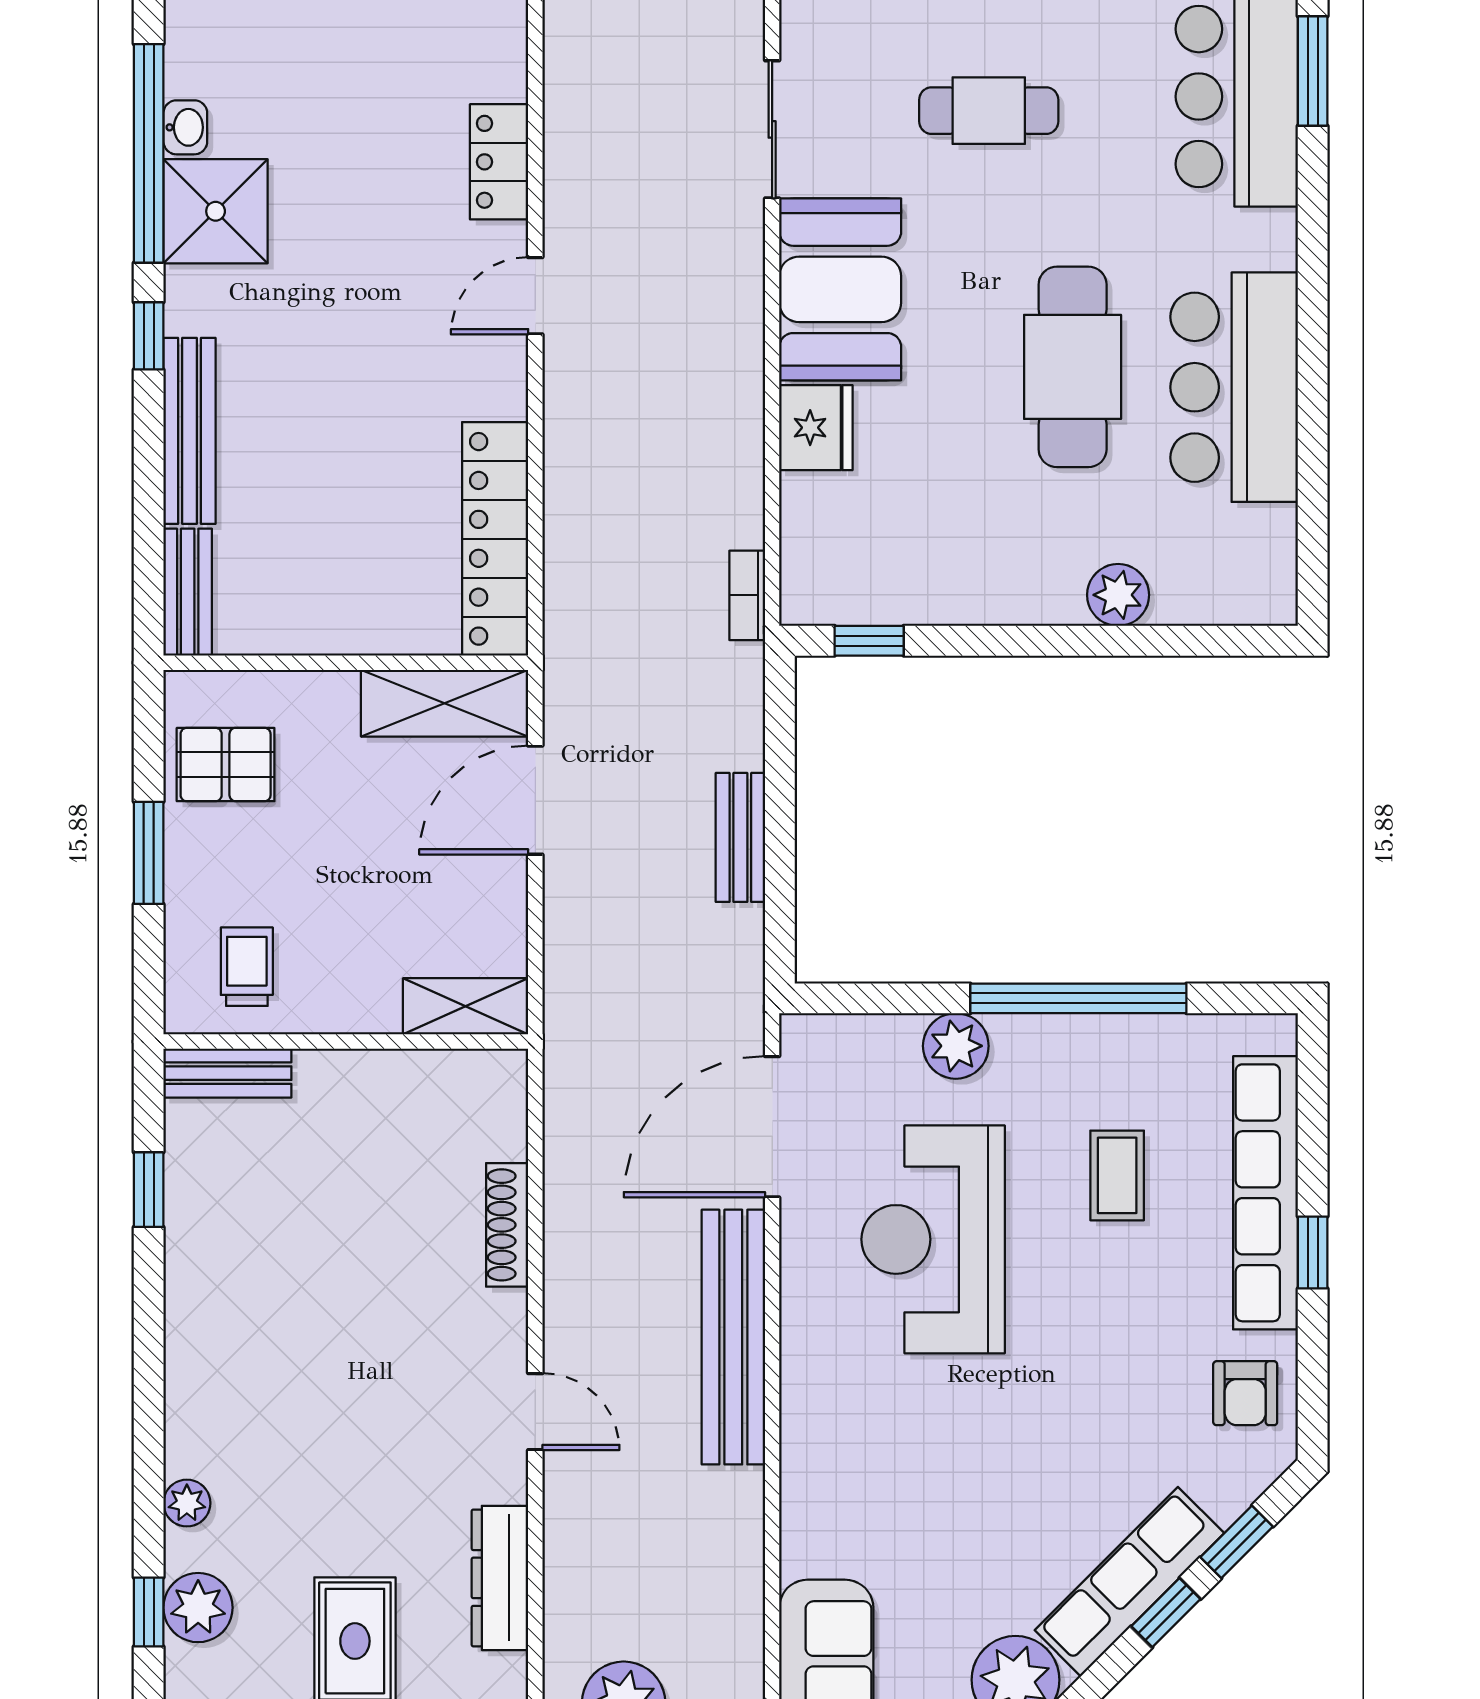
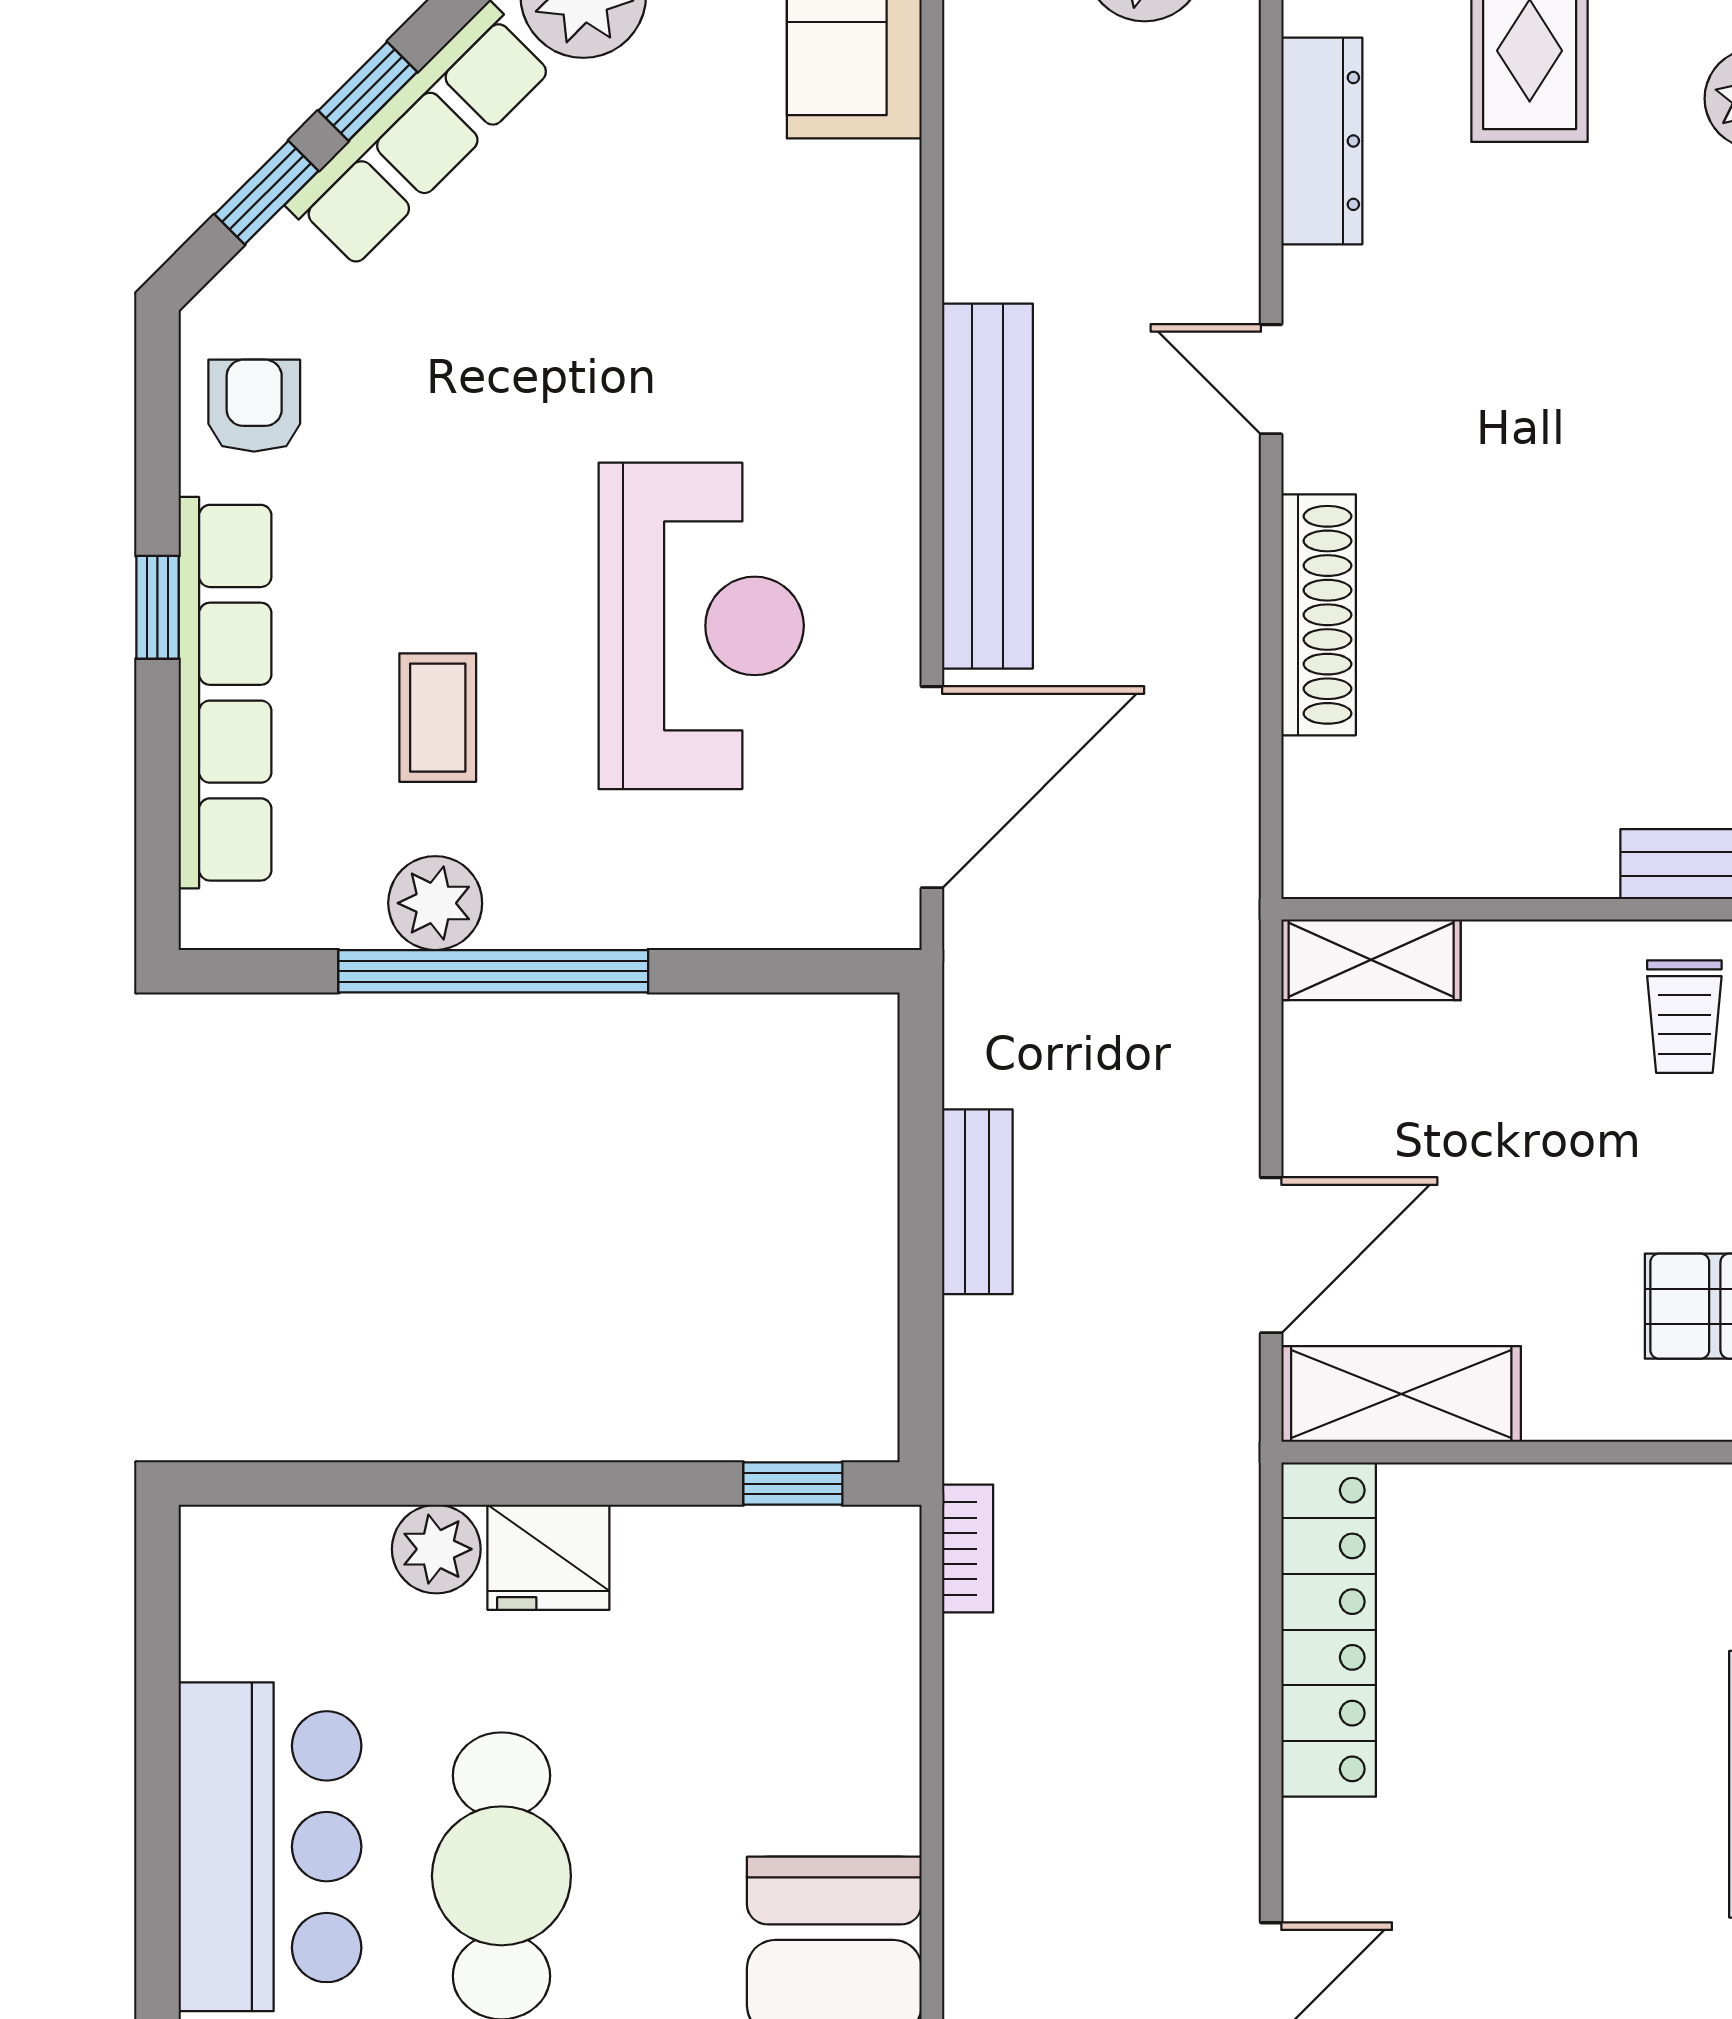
fridge: (816, 428) -> (548, 1557), moved, turned -90
plant: (956, 1046) -> (435, 903), moved
shoe rack: (507, 1225) -> (1319, 615), width x1.36, depth x1.24

